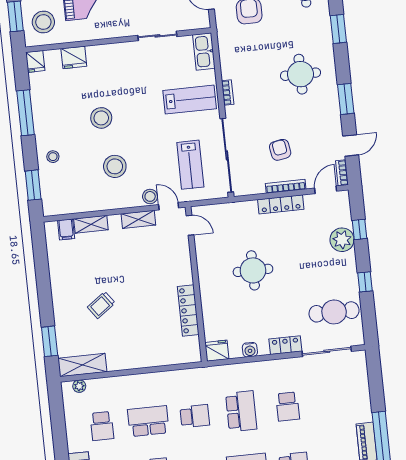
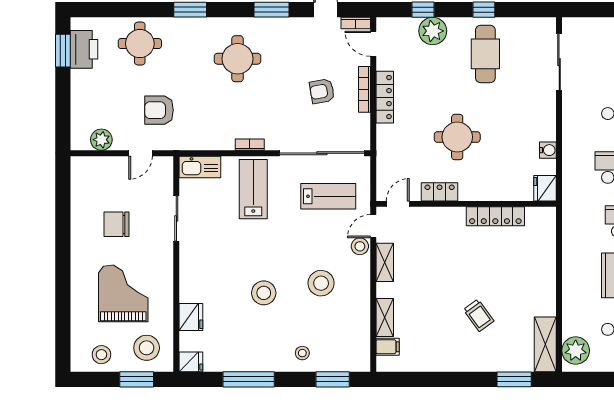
cafe table: (334, 312) -> (485, 54), moved
locker: (285, 345) -> (440, 192), moved, turned 90
plant: (79, 386) -> (576, 351), width x1.88, depth x1.88

